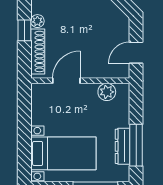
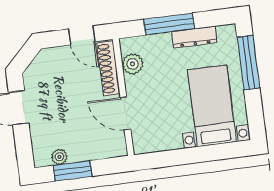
window: (24, 30) -> (72, 171), width x1.50
shoe rack: (38, 51) -> (108, 68), moved, turned -90
window: (136, 145) -> (169, 24), moved

